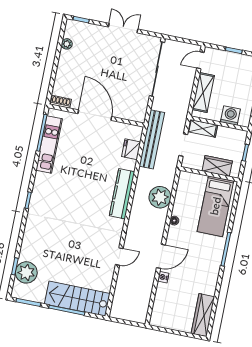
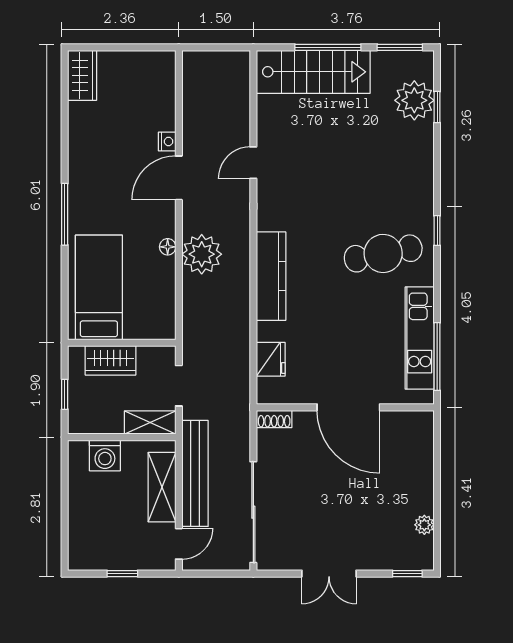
shoe rack: (61, 102) -> (274, 419), moved
bench: (152, 139) -> (195, 473), moved
cafe table: (60, 194) -> (383, 253), added
plant: (160, 197) -> (202, 254), moved
wardrobe: (203, 315) -> (82, 75), width x0.67

